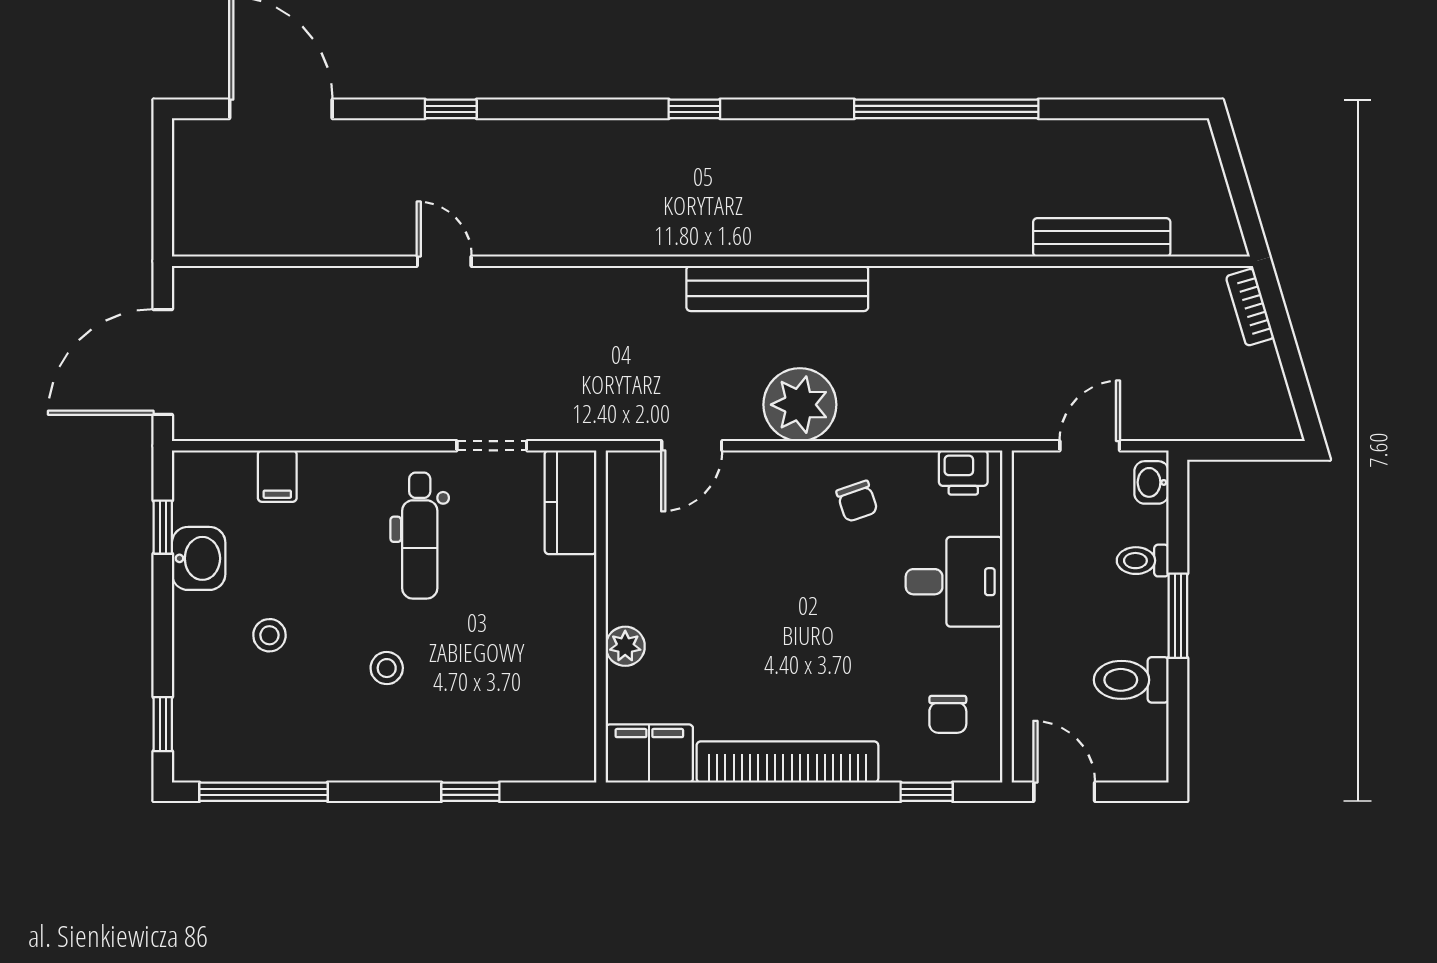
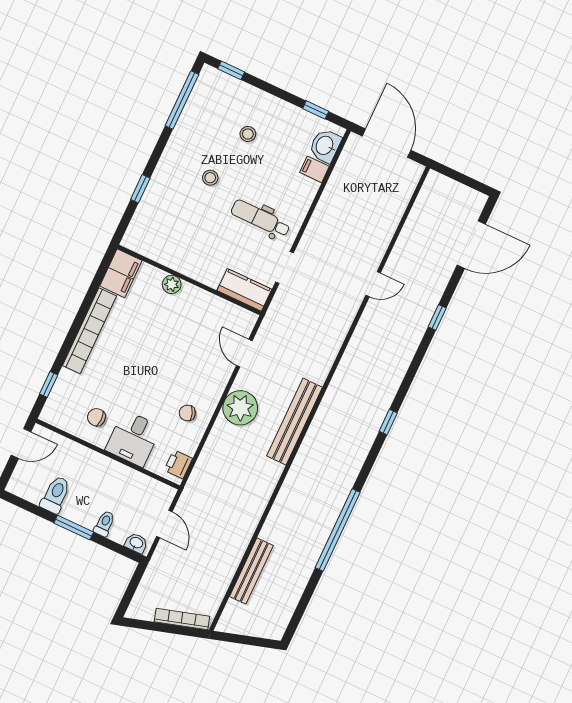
bookcase: (1250, 307) -> (182, 619), width x1.56
washbasin: (199, 558) -> (325, 146), moved, turned 90
chair: (948, 714) -> (96, 417), moved

